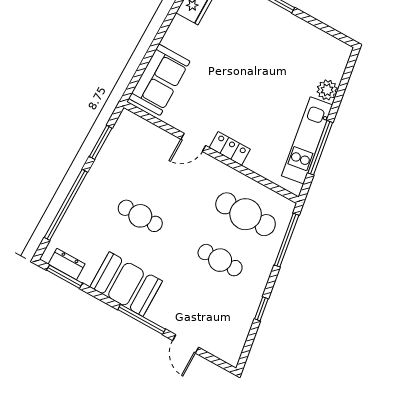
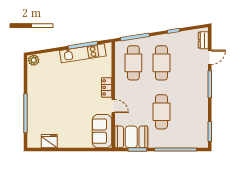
sofa: (159, 80) -> (102, 131), moved, turned -90
plant: (327, 90) -> (34, 60), moved
cafe table: (140, 216) -> (161, 112), width x1.37, depth x1.35
cafe table: (220, 260) -> (161, 63), width x1.37, depth x1.35
dresser: (67, 264) -> (203, 40), moved
booth: (126, 284) -> (131, 137), moved, turned 90

